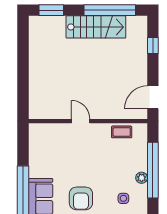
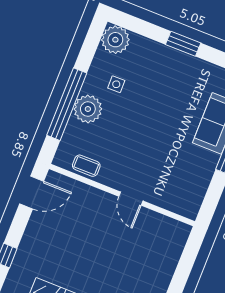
plant: (142, 178) -> (88, 109), width x1.87, depth x1.87
armchair: (81, 198) -> (168, 105), removed

